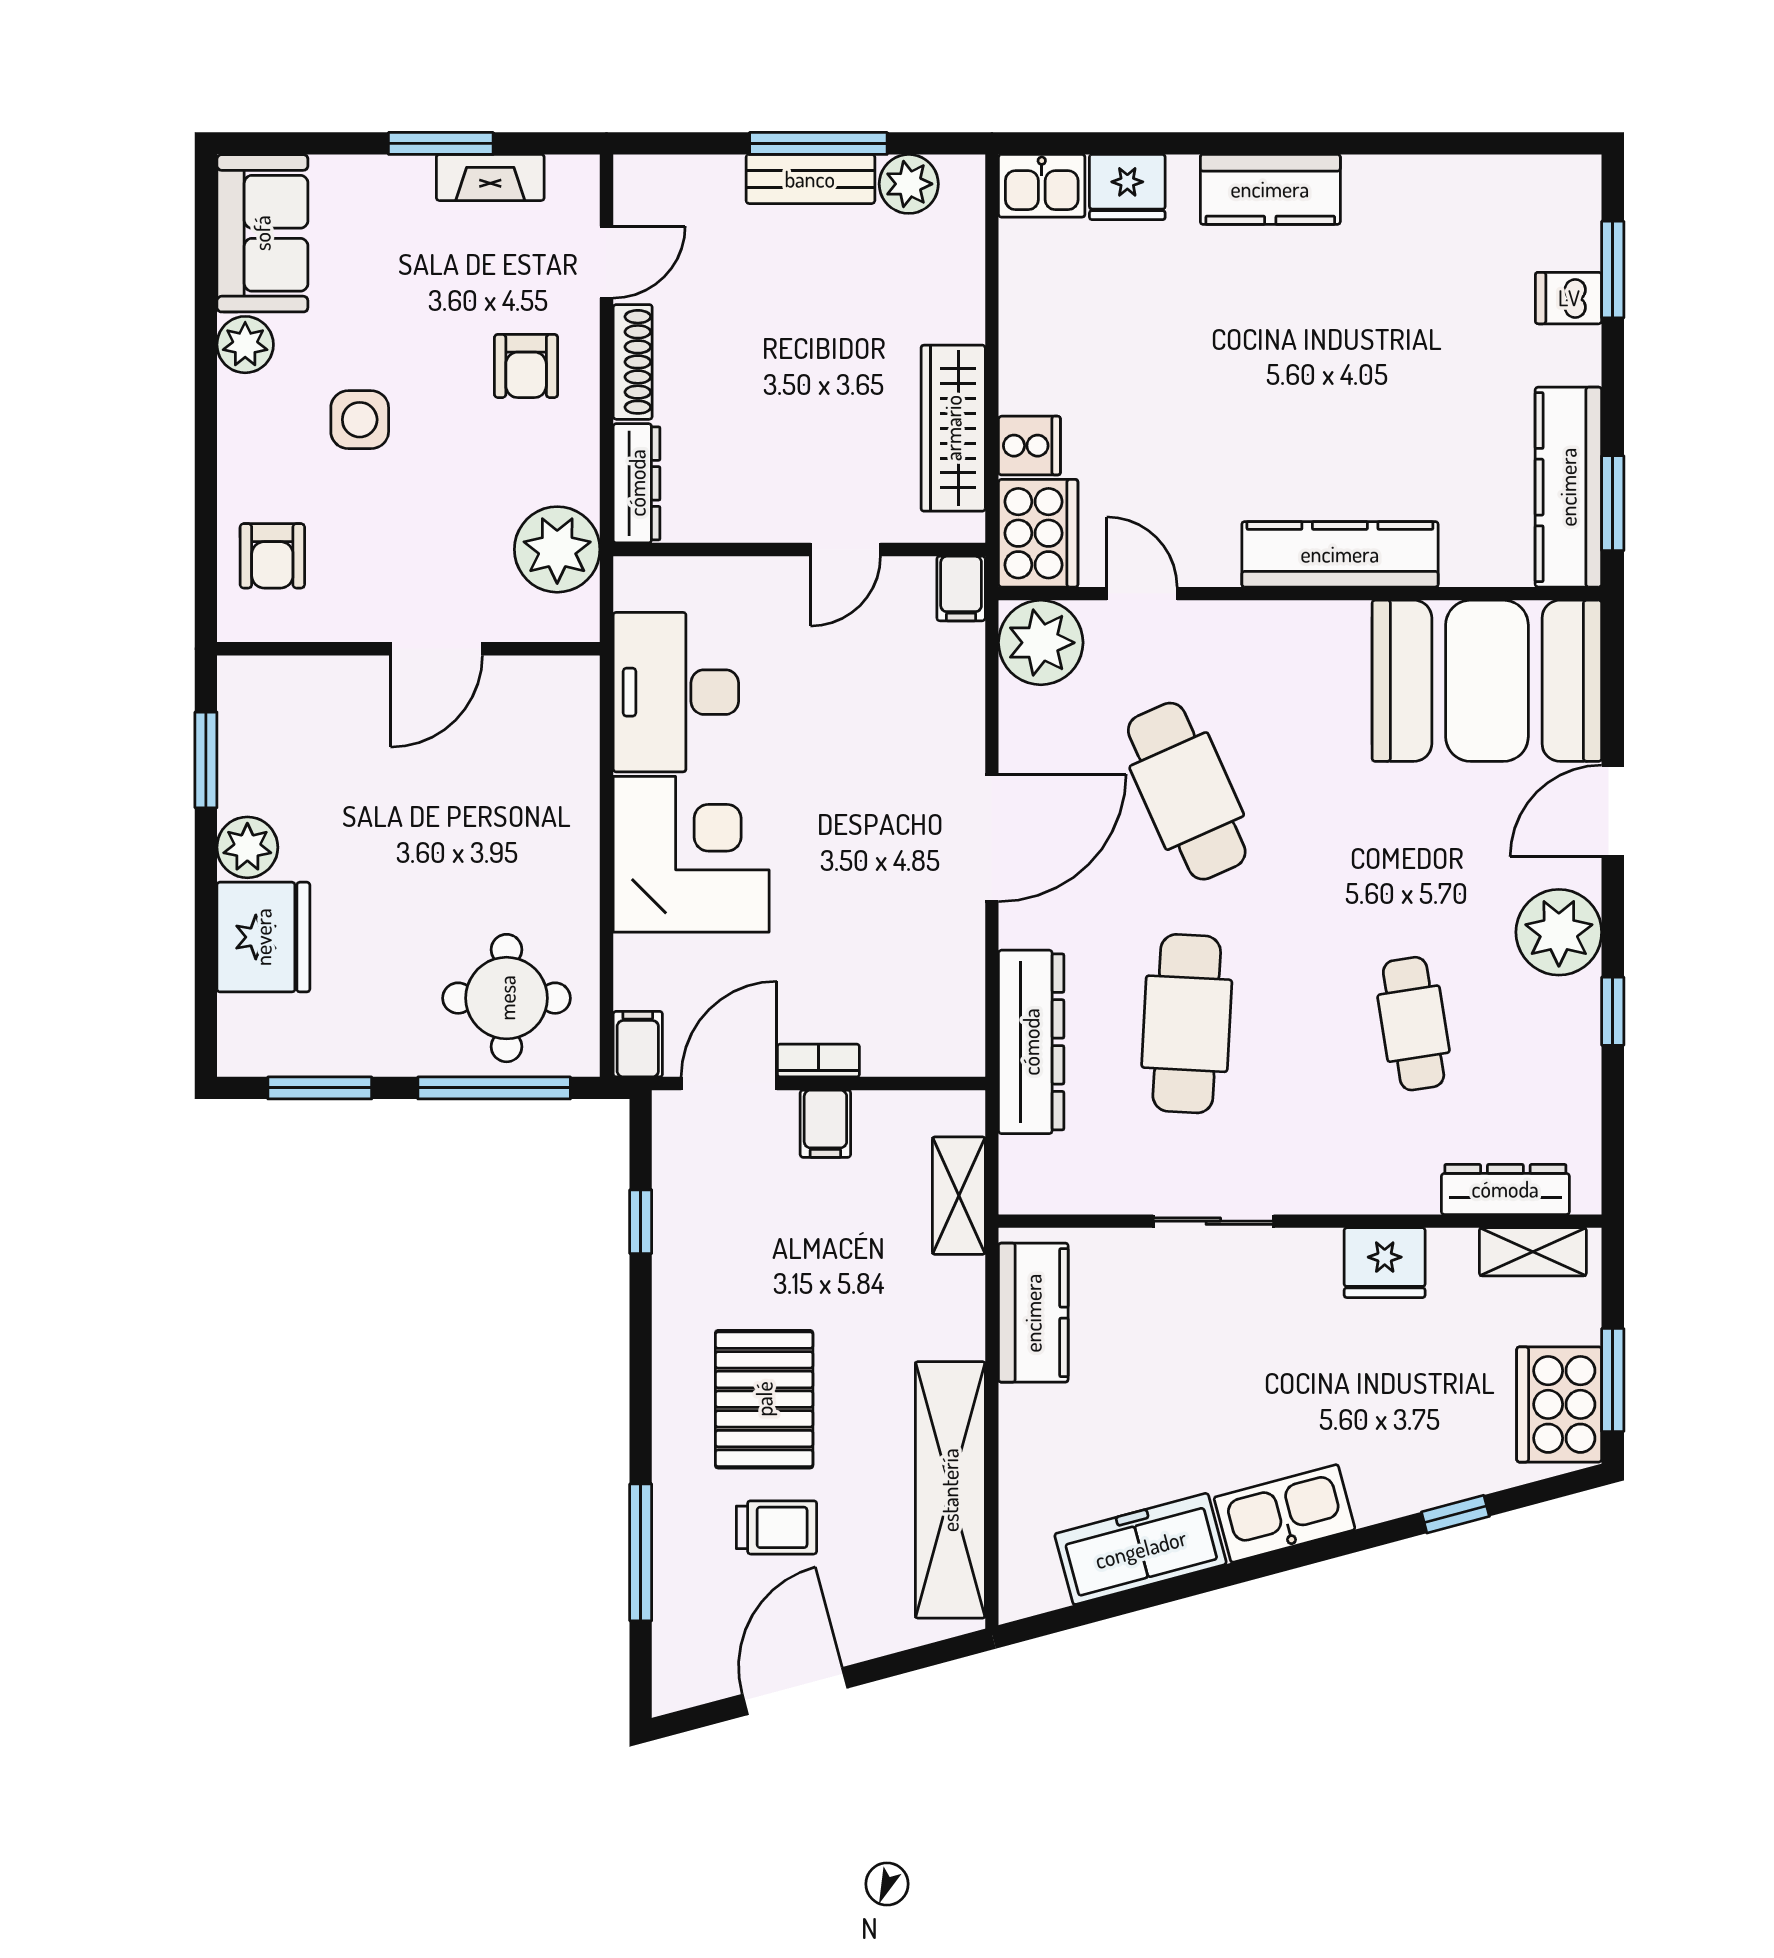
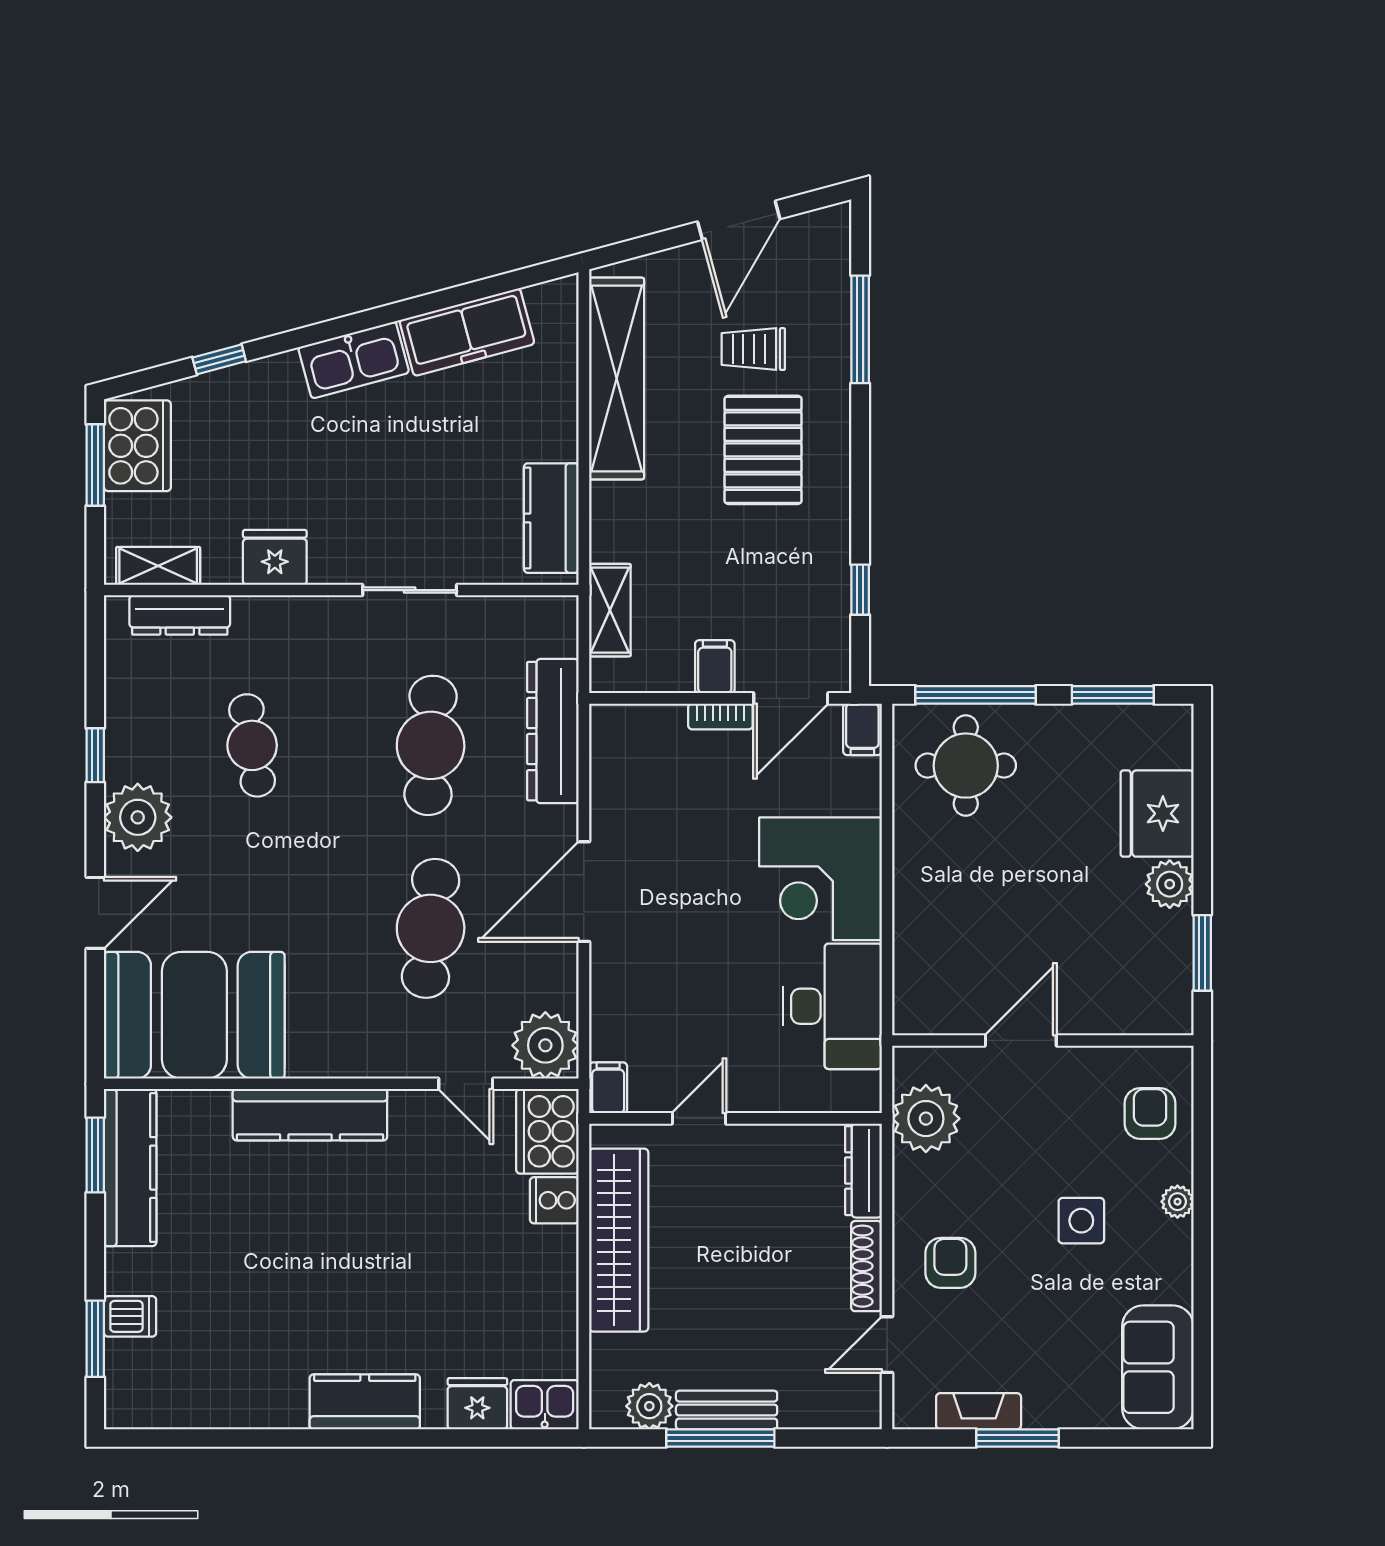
plant: (245, 345) -> (1177, 1202), moved, width x0.73, depth x0.73
wardrobe: (953, 428) -> (619, 1240), width x1.40, depth x1.17
cafe table: (1187, 791) -> (431, 928), turned 30

